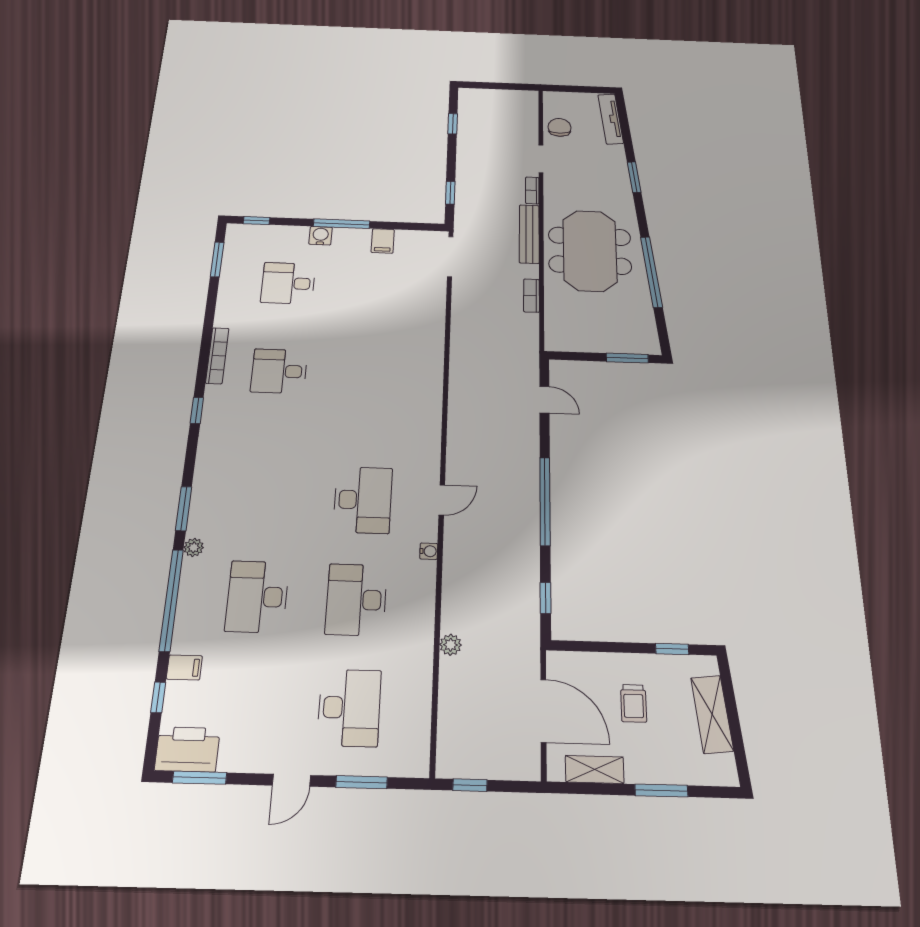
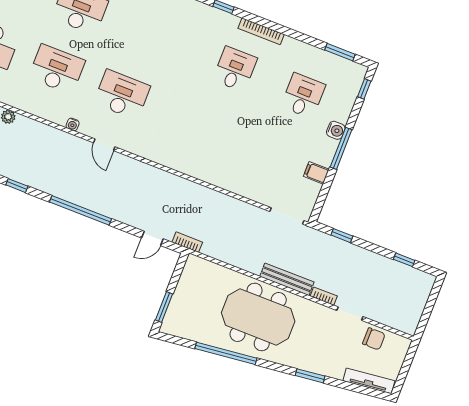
bookcase: (531, 296) -> (187, 242), moved
desk: (363, 500) -> (122, 95), turned 180

